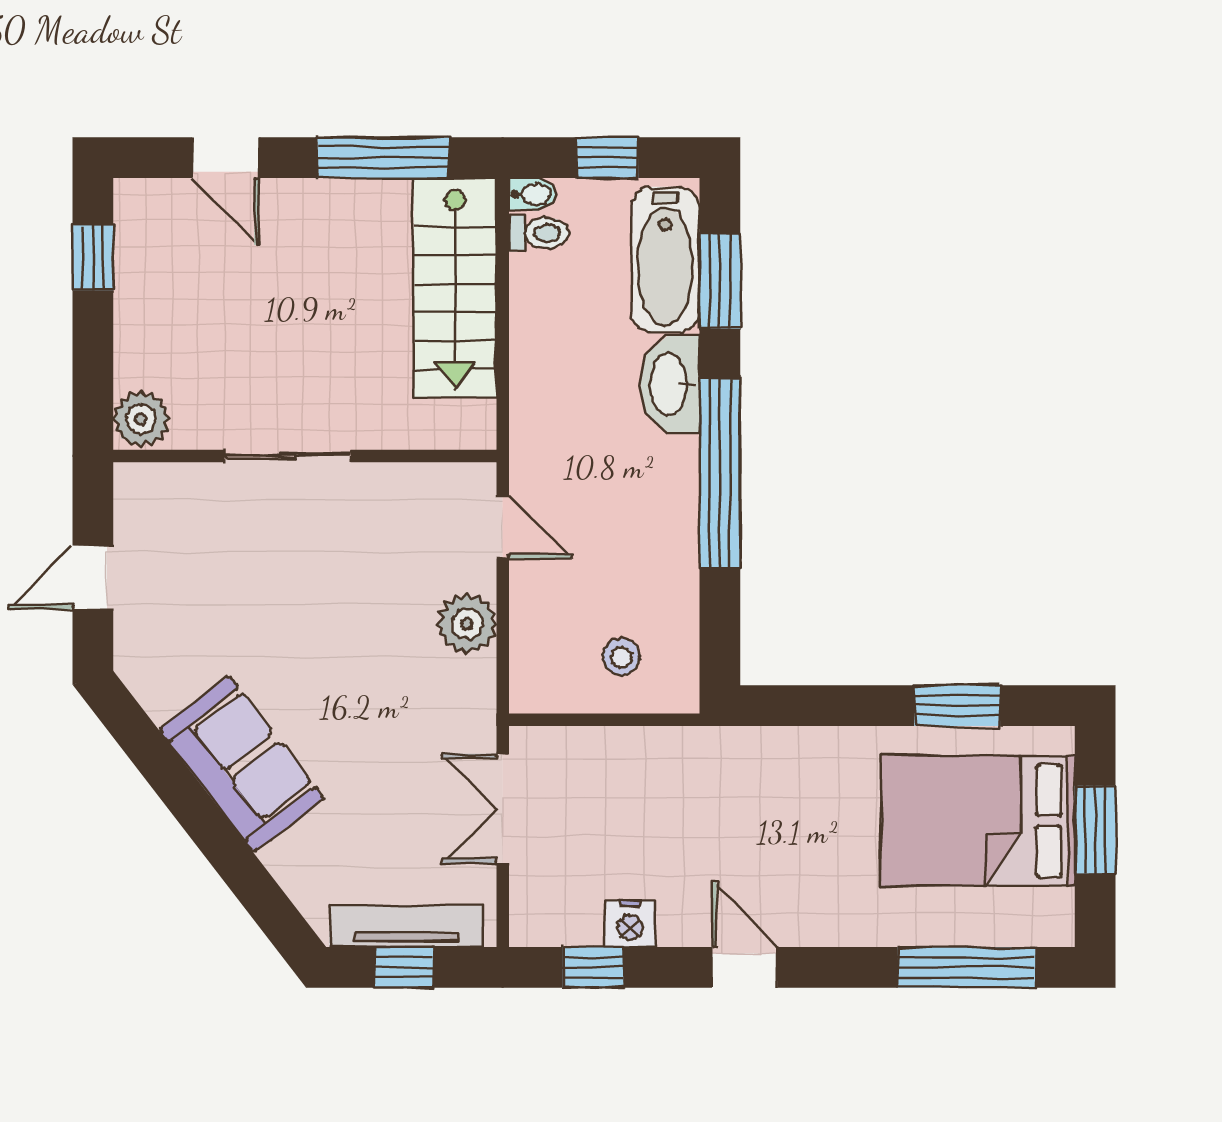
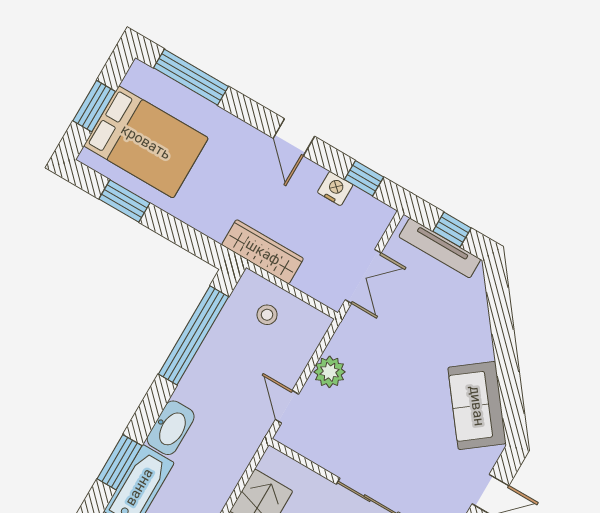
window: (720, 473) -> (194, 335), moved
wardrobe: (688, 754) -> (263, 252), added
sofa: (242, 764) -> (477, 406), moved

